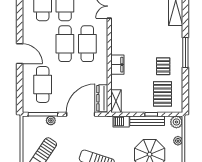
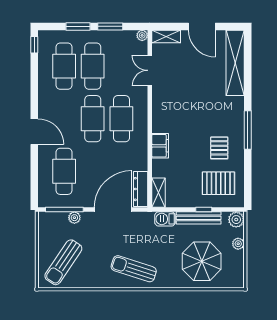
pallet: (163, 94) -> (218, 183), turned 90

